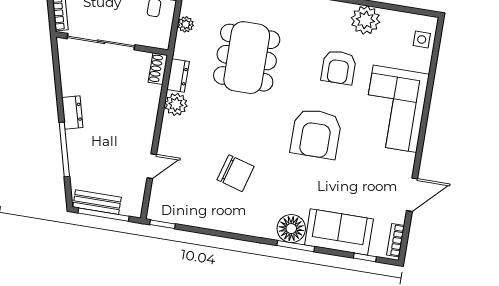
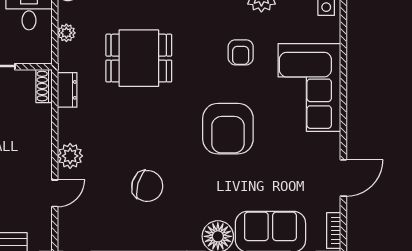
dining table: (247, 58) -> (139, 58), width x0.73
armchair: (339, 67) -> (241, 52), width x0.72, depth x0.72
plant: (176, 104) -> (70, 156), moved

